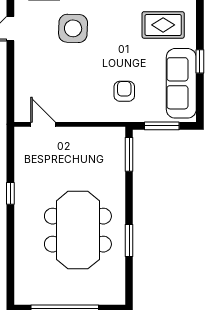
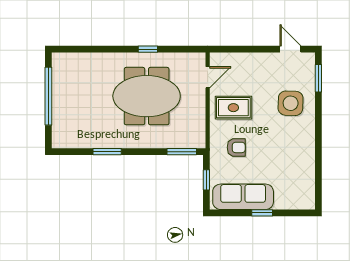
rug: (163, 25) -> (233, 108), moved, turned 90
window: (162, 126) -> (206, 180), width x0.67
meeting table: (78, 230) -> (147, 96), moved

